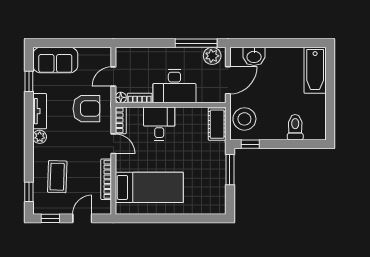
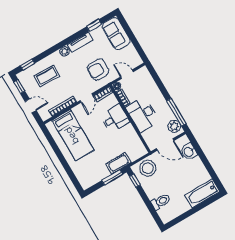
armchair: (86, 109) -> (98, 69), turned 90
cot: (217, 124) -> (118, 163), moved

